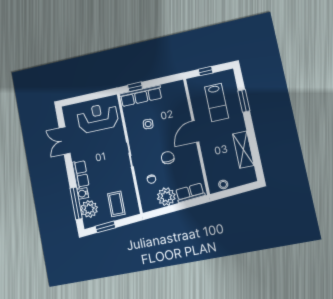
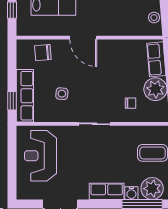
chair: (168, 158) -> (43, 53), moved

